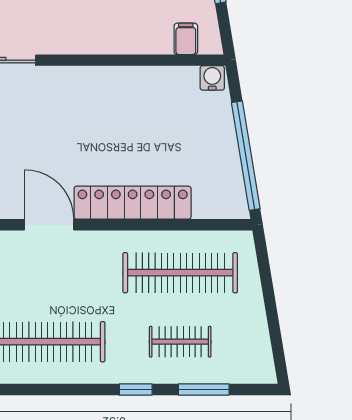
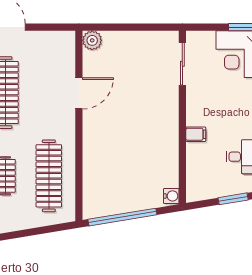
filing cabinet: (186, 39) -> (196, 134), moved
locker: (133, 203) -> (93, 146), removed

